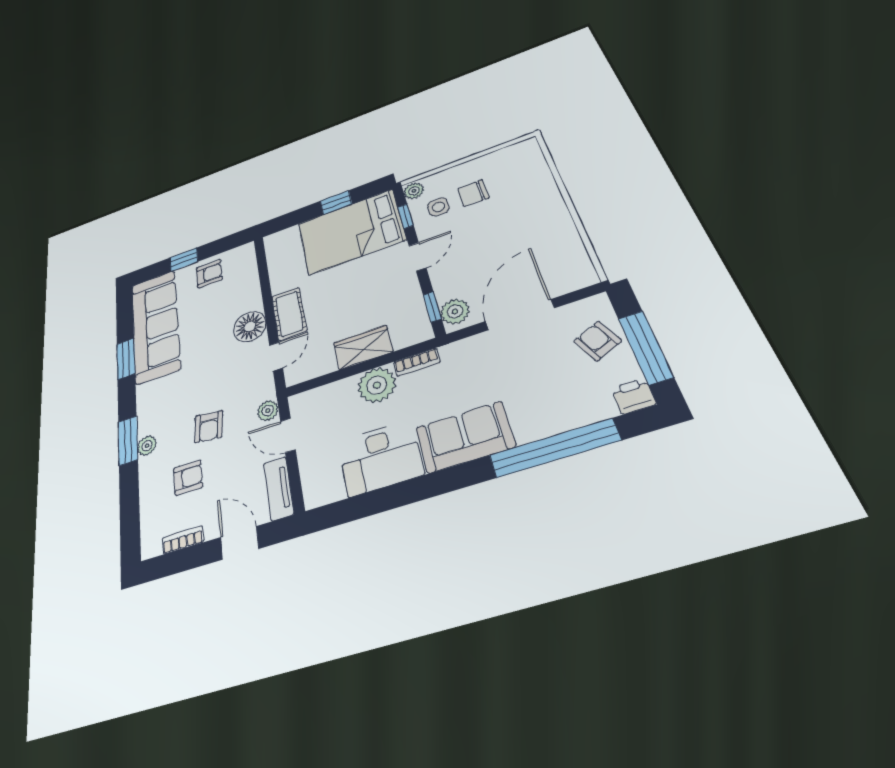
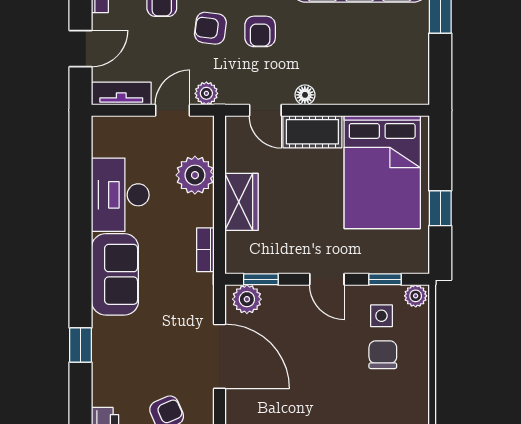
bed: (351, 232) -> (382, 172), moved, turned 180
armchair: (209, 274) -> (260, 31), moved
floor lamp: (250, 327) -> (305, 95), width x0.53, depth x0.53
plant: (377, 385) -> (195, 175), moved
window: (554, 448) -> (81, 345), width x0.32

